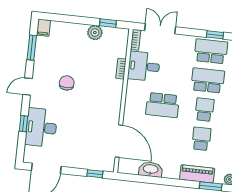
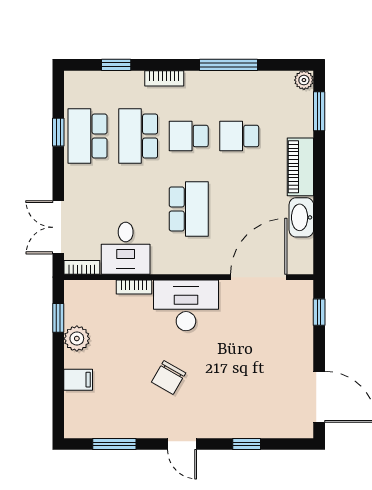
filing cabinet: (43, 28) -> (78, 380), moved
chair: (67, 83) -> (169, 377), turned -60
desk: (41, 128) -> (186, 305), moved, turned 180
piano: (197, 174) -> (300, 167), moved

